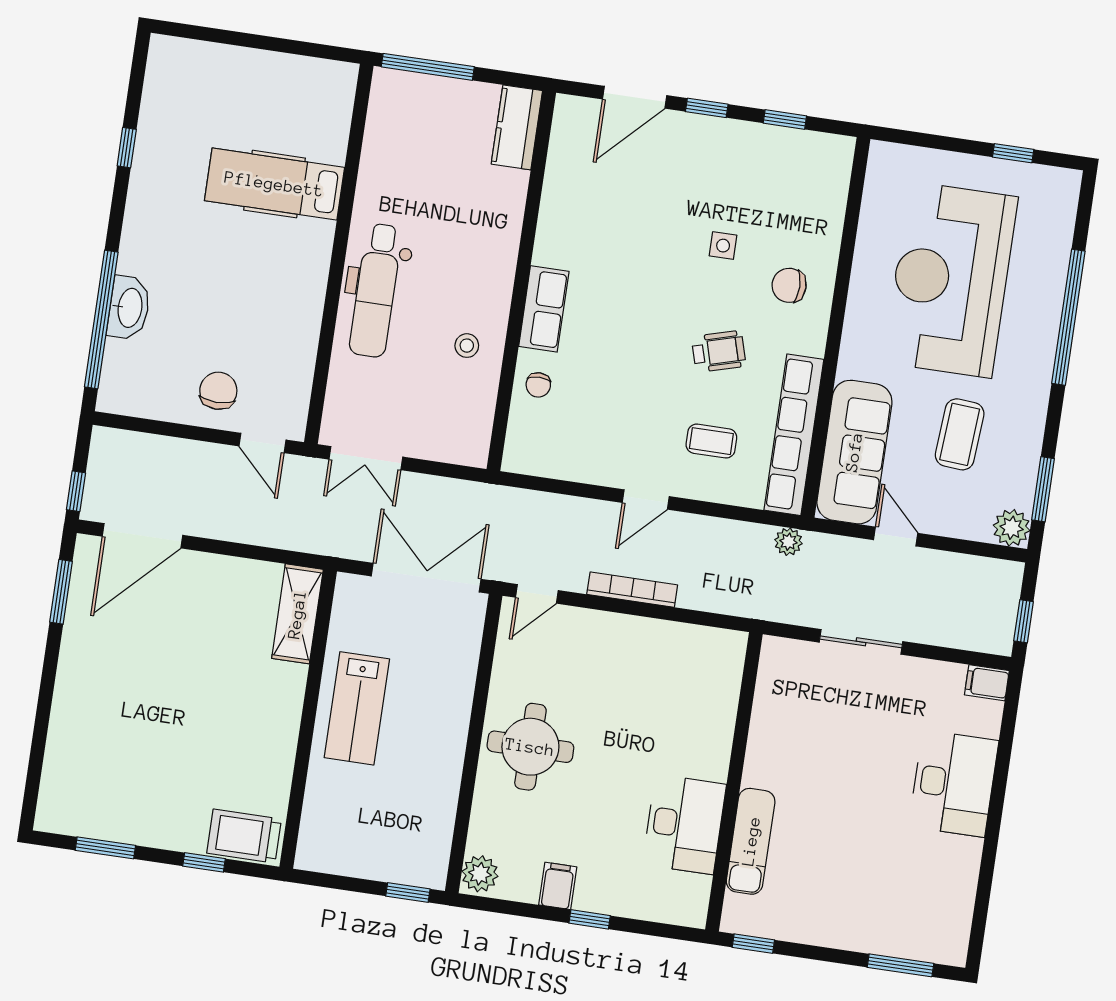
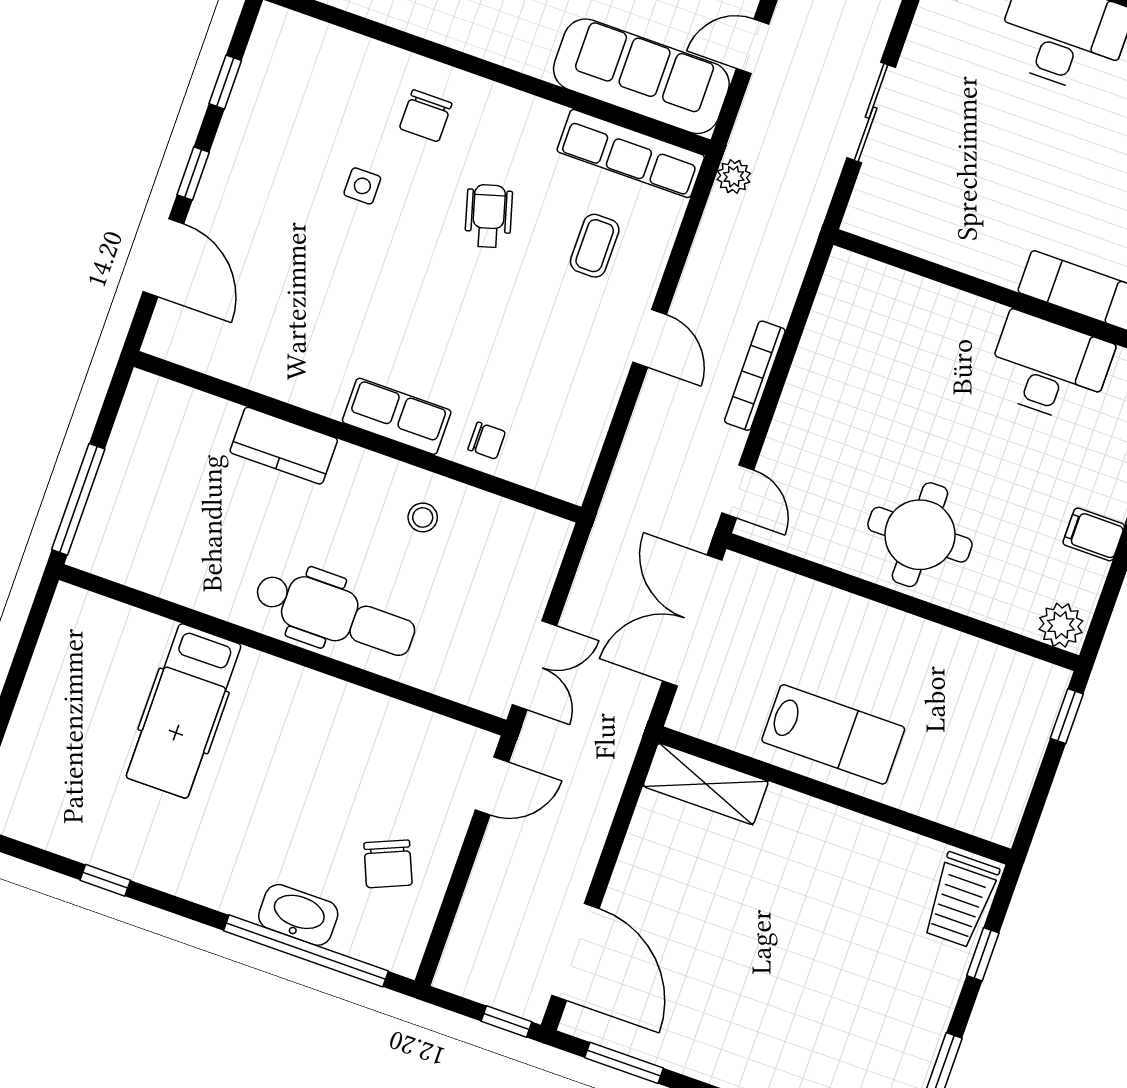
kitchen counter: (517, 127) -> (284, 446), moved
chair: (218, 391) -> (388, 864), moved, turned -113
row of seats: (794, 435) -> (631, 154), width x0.73

